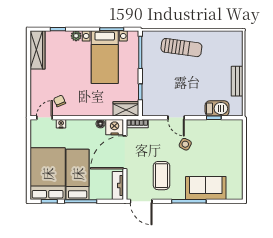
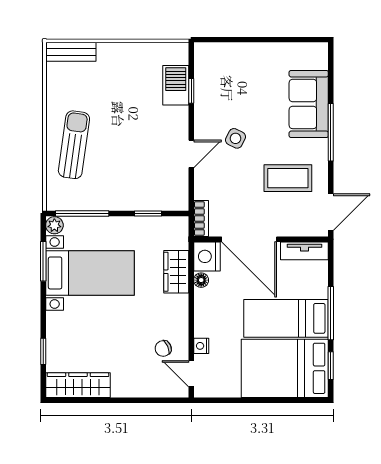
plant: (76, 36) -> (54, 225), moved
bench: (237, 81) -> (71, 52), moved
wardrobe: (126, 109) -> (176, 272), moved

